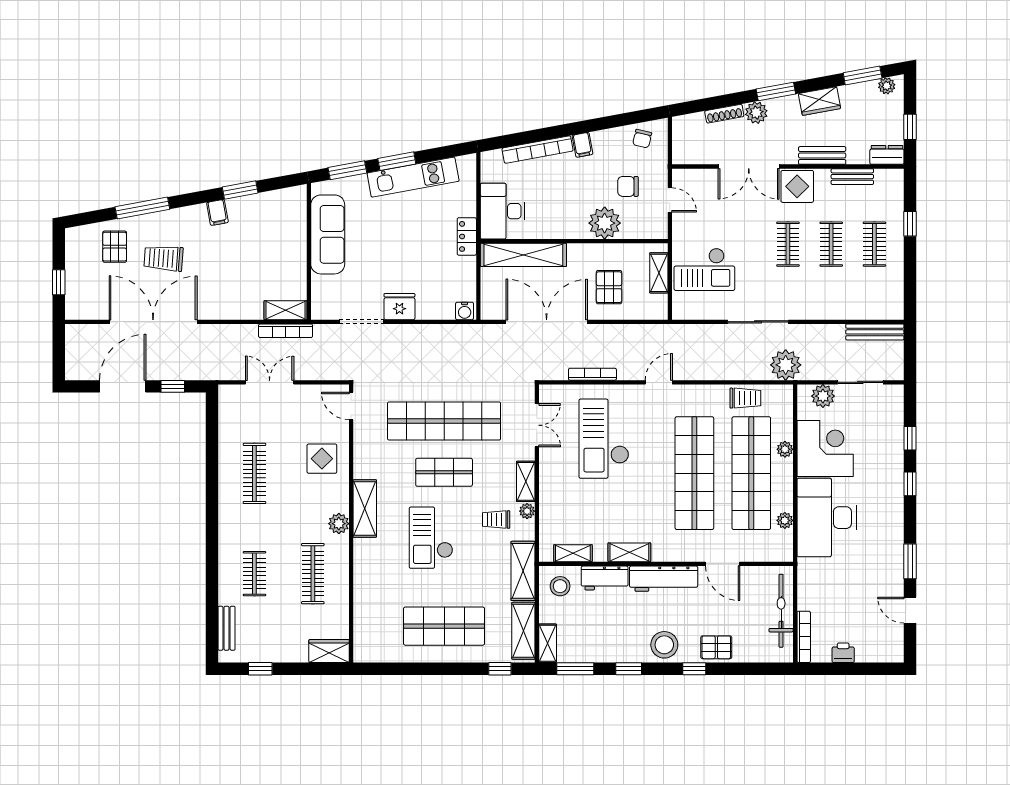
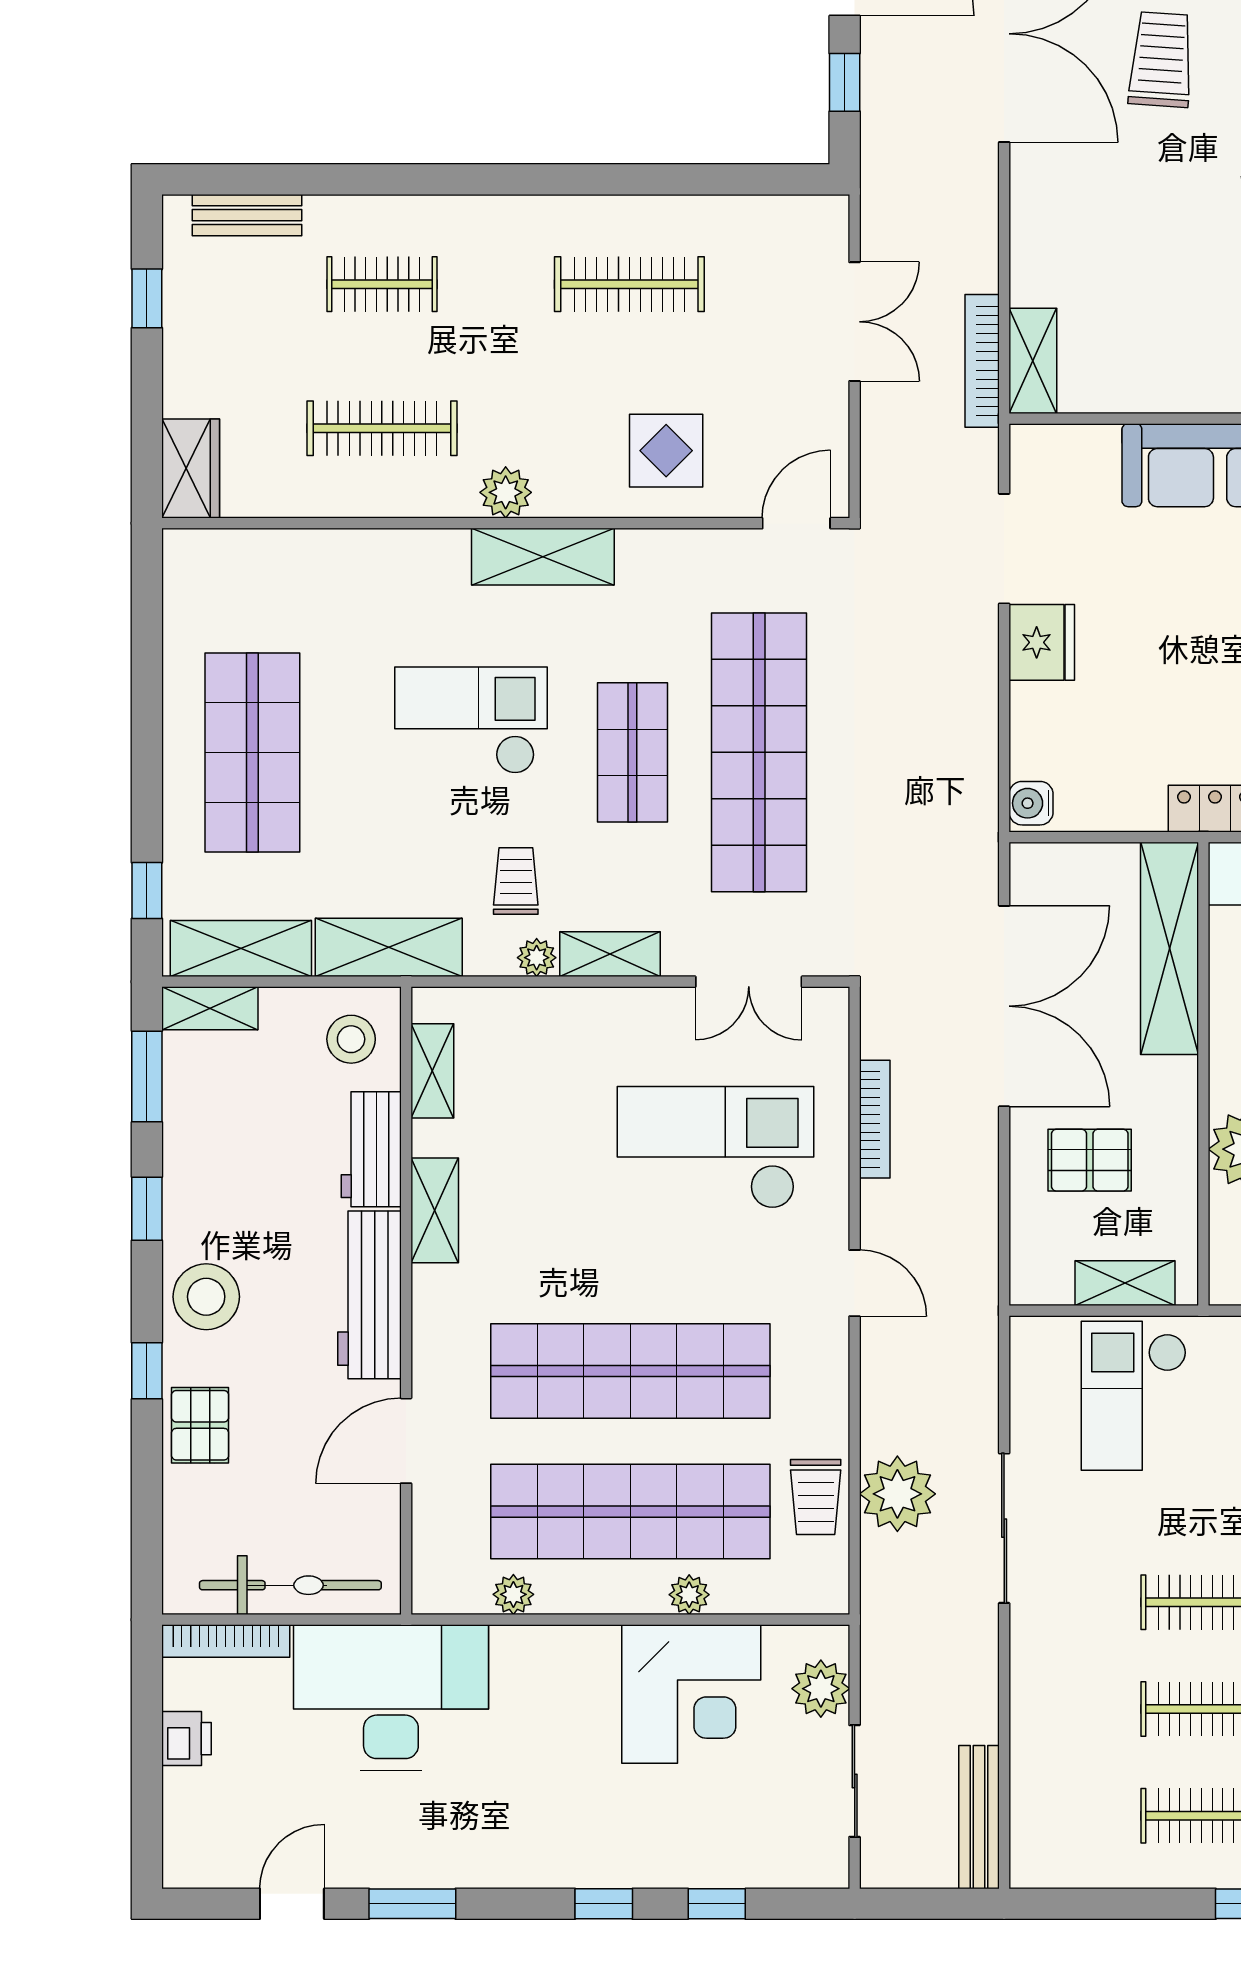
plant: (786, 365) -> (897, 1494), moved
desk: (827, 518) -> (391, 1697), moved

